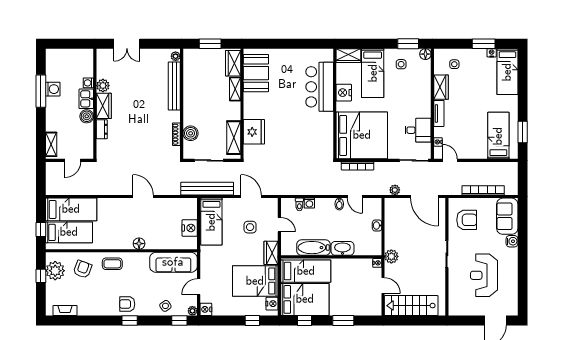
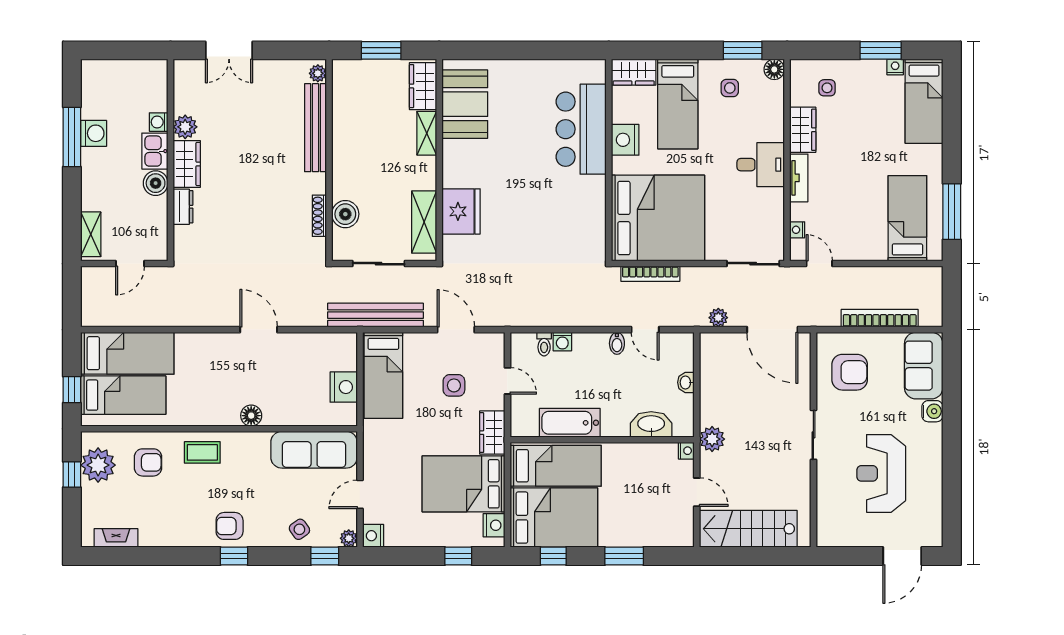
desk: (418, 130) -> (761, 165), moved
window: (523, 132) -> (952, 212), width x1.44
washbasin: (342, 248) -> (651, 424), moved
armchair: (83, 269) -> (148, 462), turned 70

